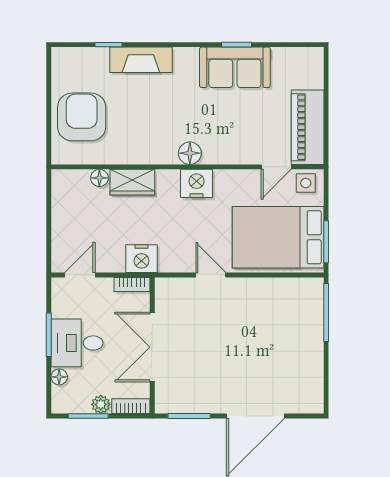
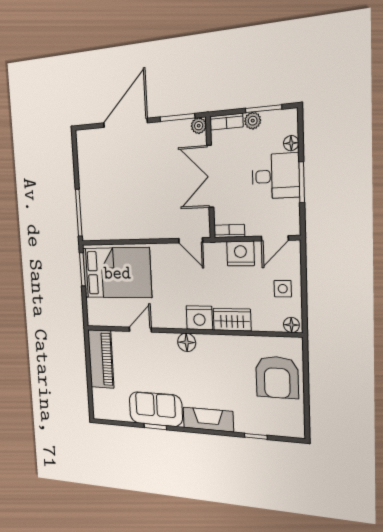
fireplace: (141, 60) -> (208, 420), moved
door: (276, 167) -> (140, 330), moved
floor lamp: (99, 178) -> (291, 325), moved
nightstand: (197, 183) -> (199, 318), moved
side table: (306, 183) -> (283, 289), moved
nightstand: (142, 259) -> (240, 254), moved
door: (211, 275) -> (191, 240), moved
double door: (152, 347) -> (210, 176), swing flipped
plant: (164, 405) -> (199, 126), added

